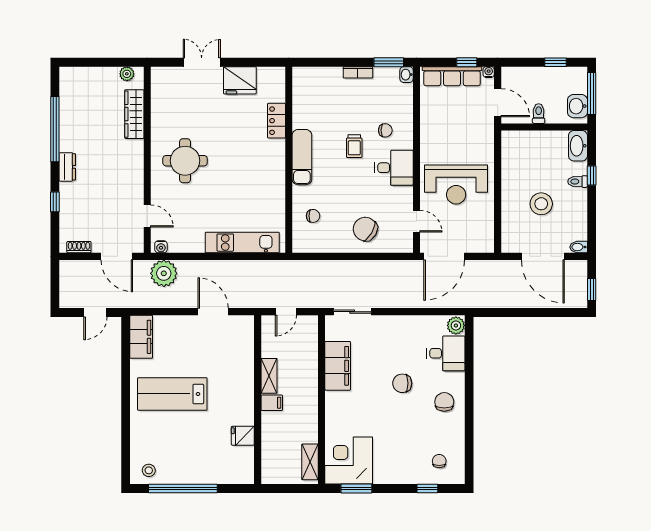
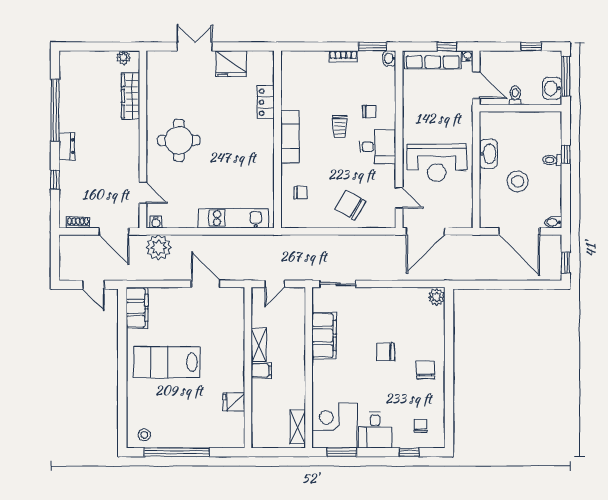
washbasin: (578, 146) -> (488, 154), moved, turned 180
door: (95, 312) -> (94, 285), hinge flipped
desk: (446, 353) -> (375, 430), moved, turned 90

